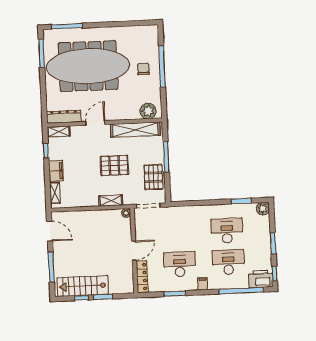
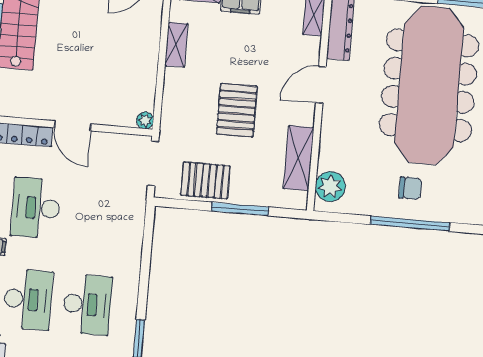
door: (95, 123) -> (321, 85), swing flipped
shelving: (135, 130) -> (299, 158), width x0.68
shelving: (111, 201) -> (176, 45), moved
desk: (180, 264) -> (36, 208), turned 180

